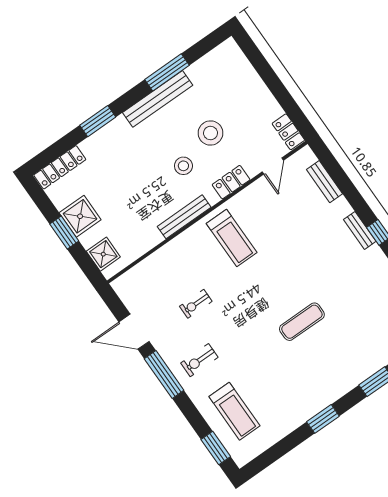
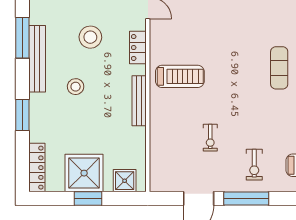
stool: (183, 166) -> (76, 87), moved
shower: (80, 216) -> (84, 173), width x1.37, depth x1.37

